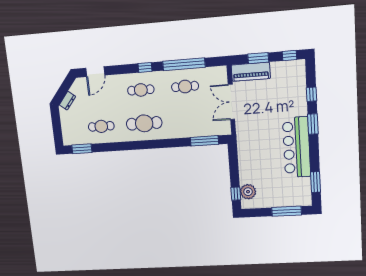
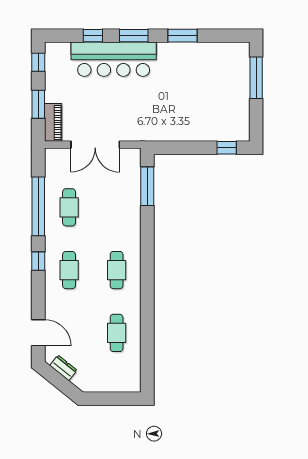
piano: (251, 72) -> (53, 122), width x0.73, depth x0.75
dresser: (67, 101) -> (63, 368), moved
cafe table: (144, 123) -> (117, 270), width x0.73, depth x0.74
bar counter: (297, 147) -> (114, 59), moved
window: (82, 149) -> (147, 366), removed
window: (316, 182) -> (183, 36), moved
plant: (248, 192) -> (225, 130), removed

